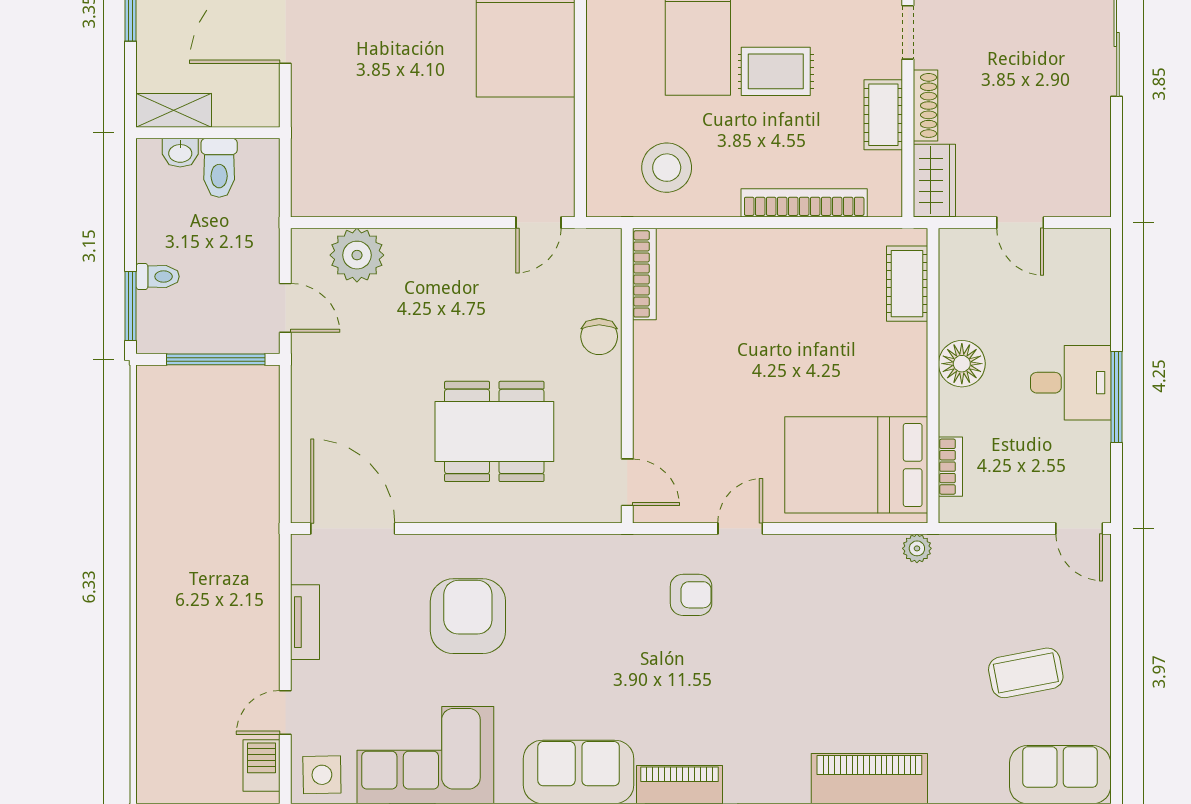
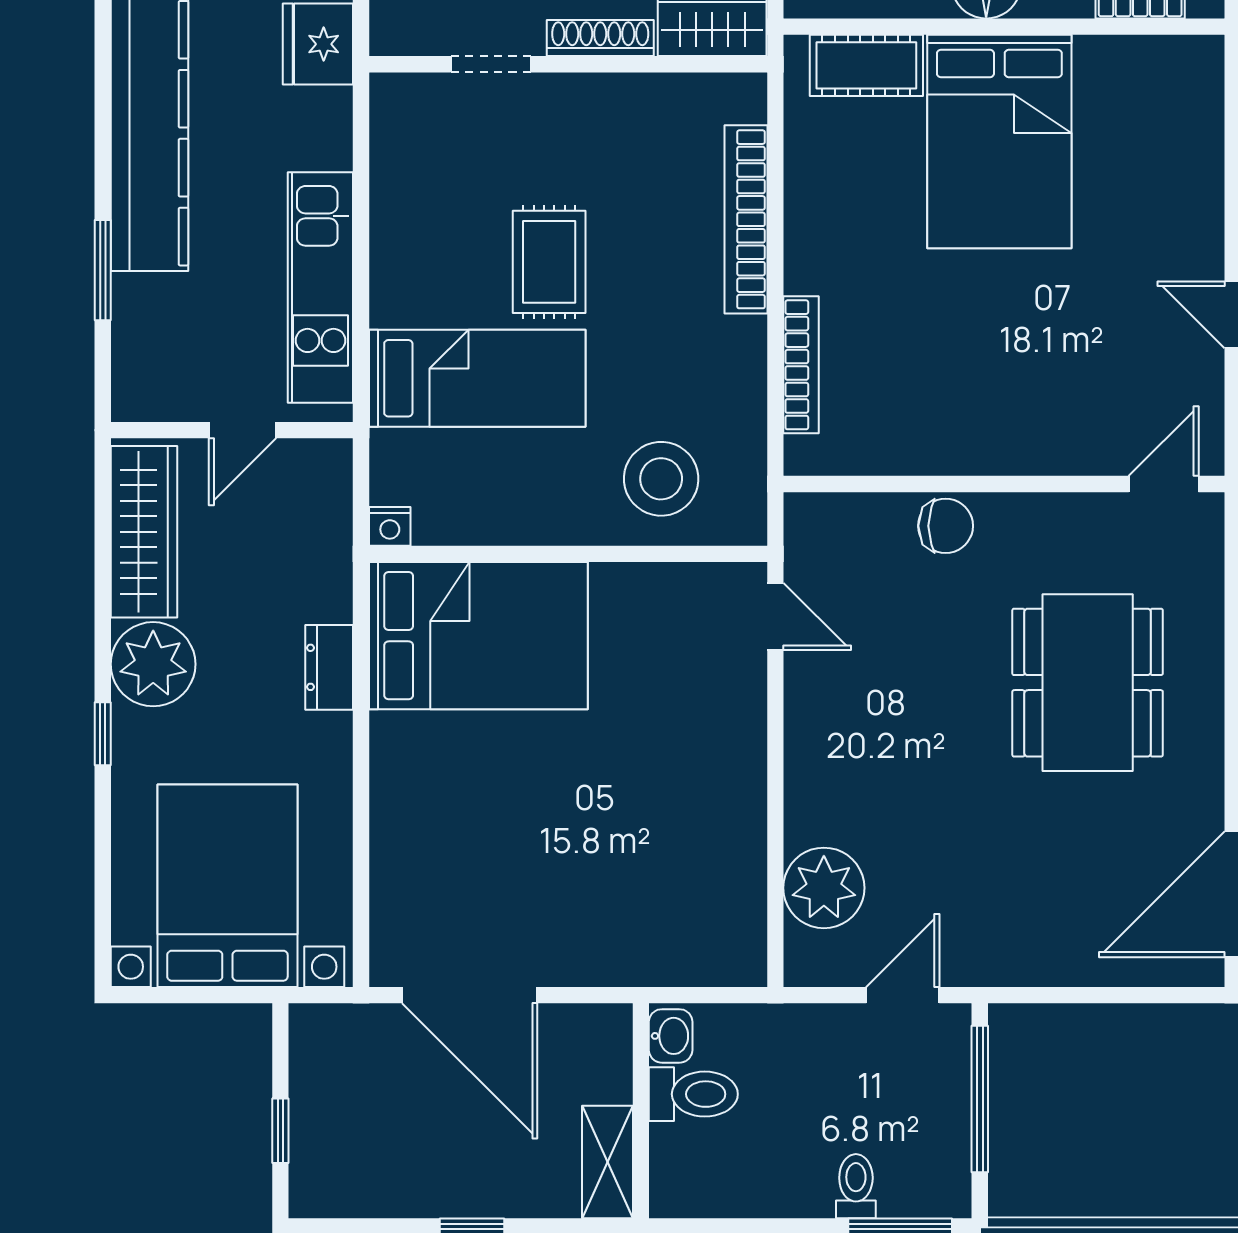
cot: (883, 115) -> (614, 101), removed
washbasin: (180, 153) -> (671, 1036), moved
stool: (667, 168) -> (661, 479), moved
bookcase: (644, 274) -> (801, 365), moved, turned 90
bed: (856, 465) -> (999, 141), moved

